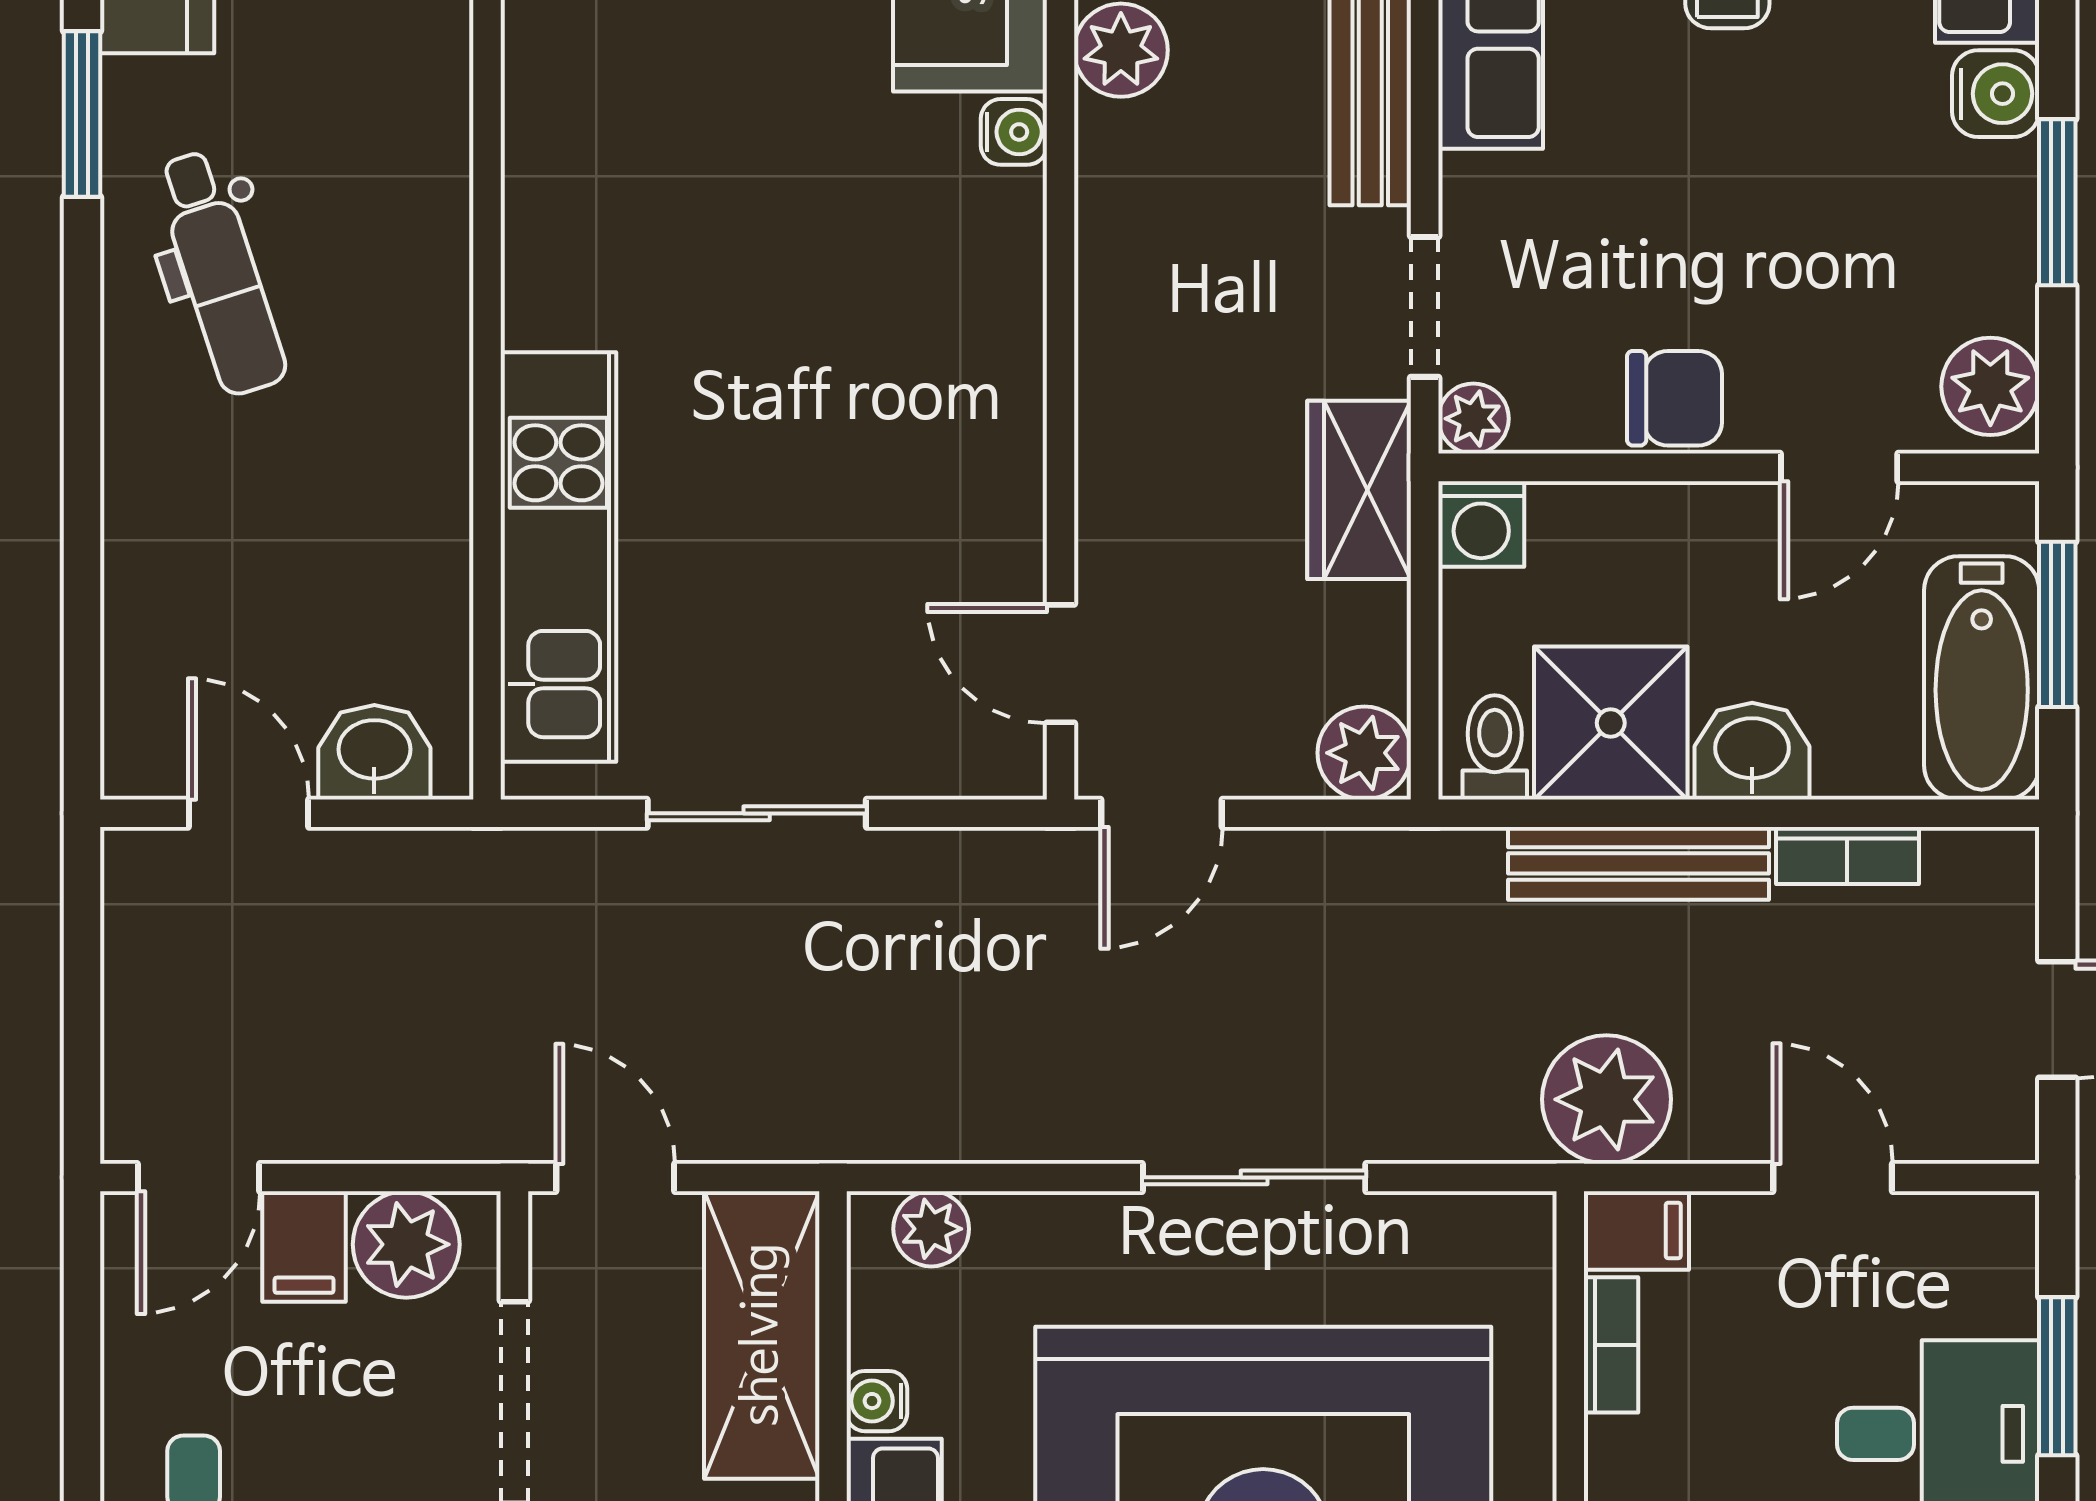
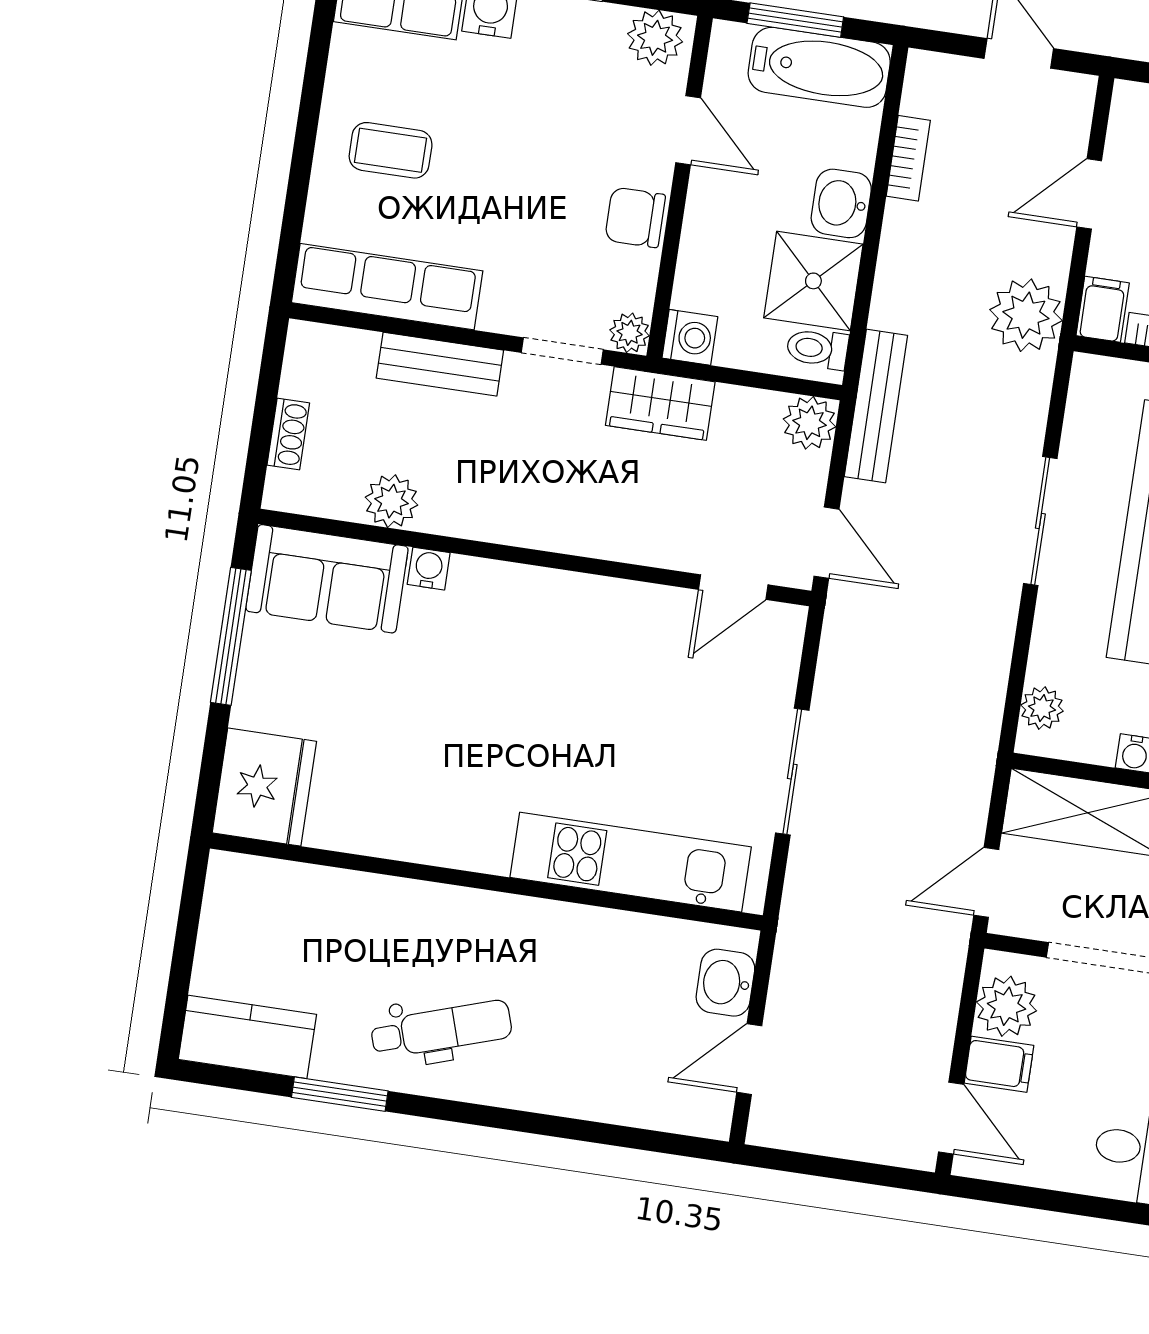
chair: (1674, 398) -> (635, 217), turned -90
bench: (1638, 863) -> (876, 406), moved

